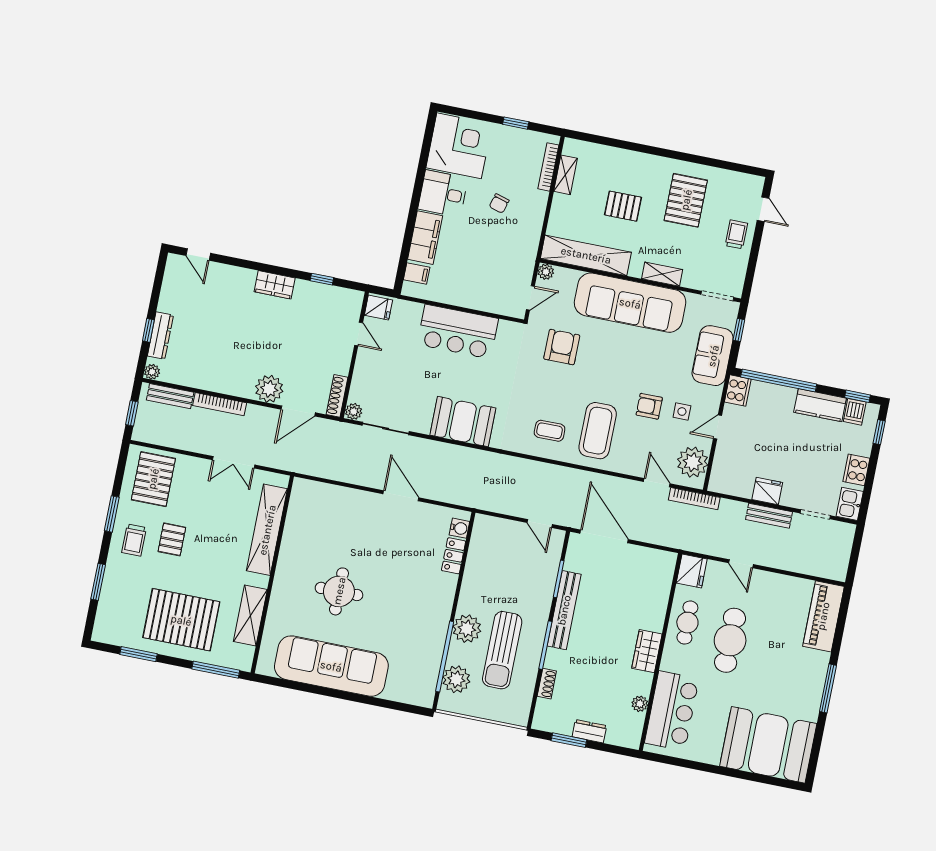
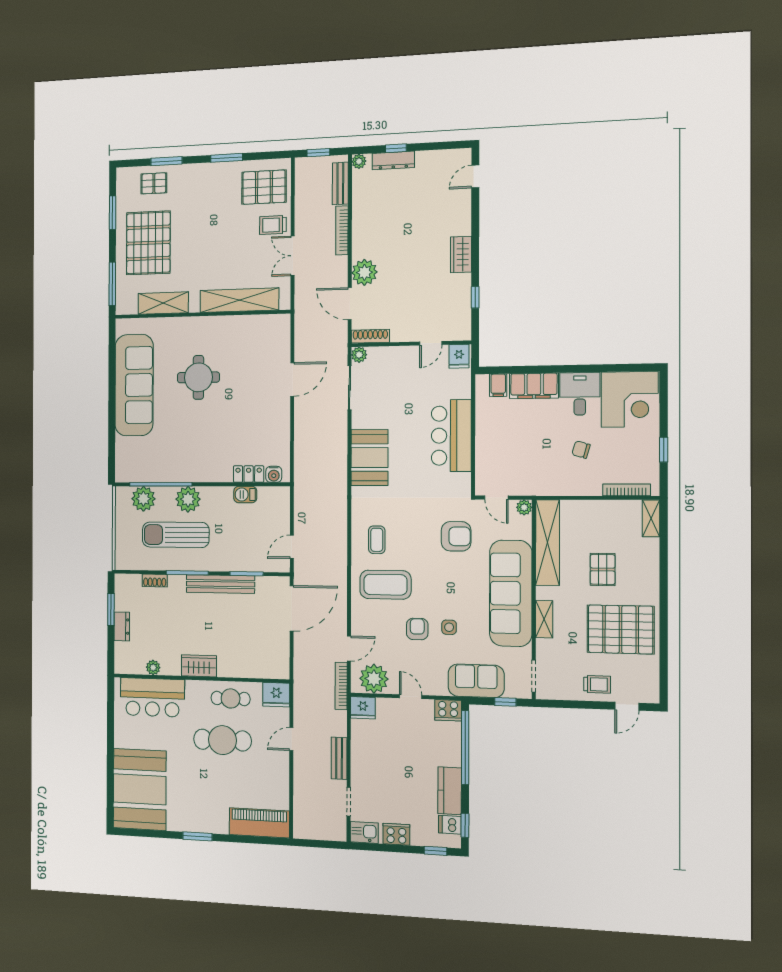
shelving: (566, 175) -> (651, 518), moved, turned 90
pallet: (686, 200) -> (621, 629), width x1.37, depth x1.41
side table: (682, 412) -> (449, 627), moved
fridge: (767, 491) -> (363, 708), moved, turned 90
door: (401, 496) -> (292, 379), moved
pallet: (172, 539) -> (154, 183), moved
trolley: (134, 540) -> (273, 225), moved
barbecue: (474, 564) -> (245, 495), added
window: (828, 688) -> (197, 836), width x0.69

